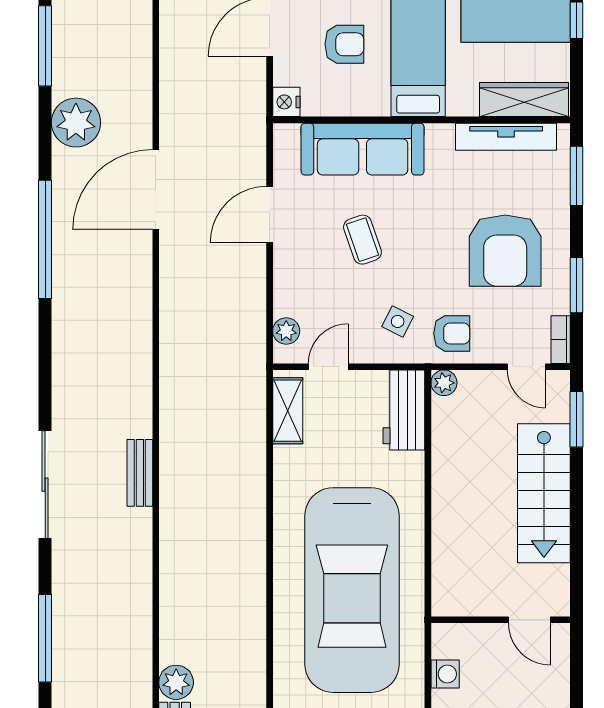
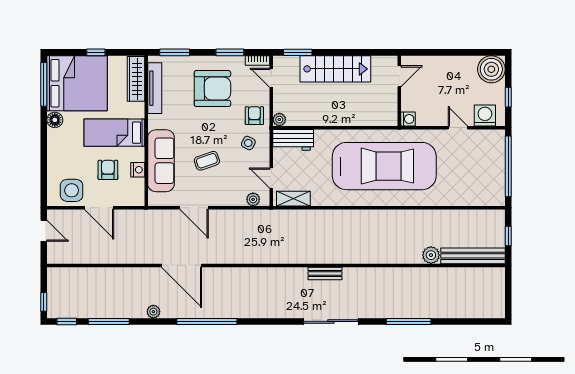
nightstand: (286, 102) -> (138, 170), moved, turned -90
plant: (76, 123) -> (153, 312), width x0.53, depth x0.53
door: (526, 367) -> (271, 78), swing flipped
washing machine: (445, 674) -> (408, 119), moved, turned 90

